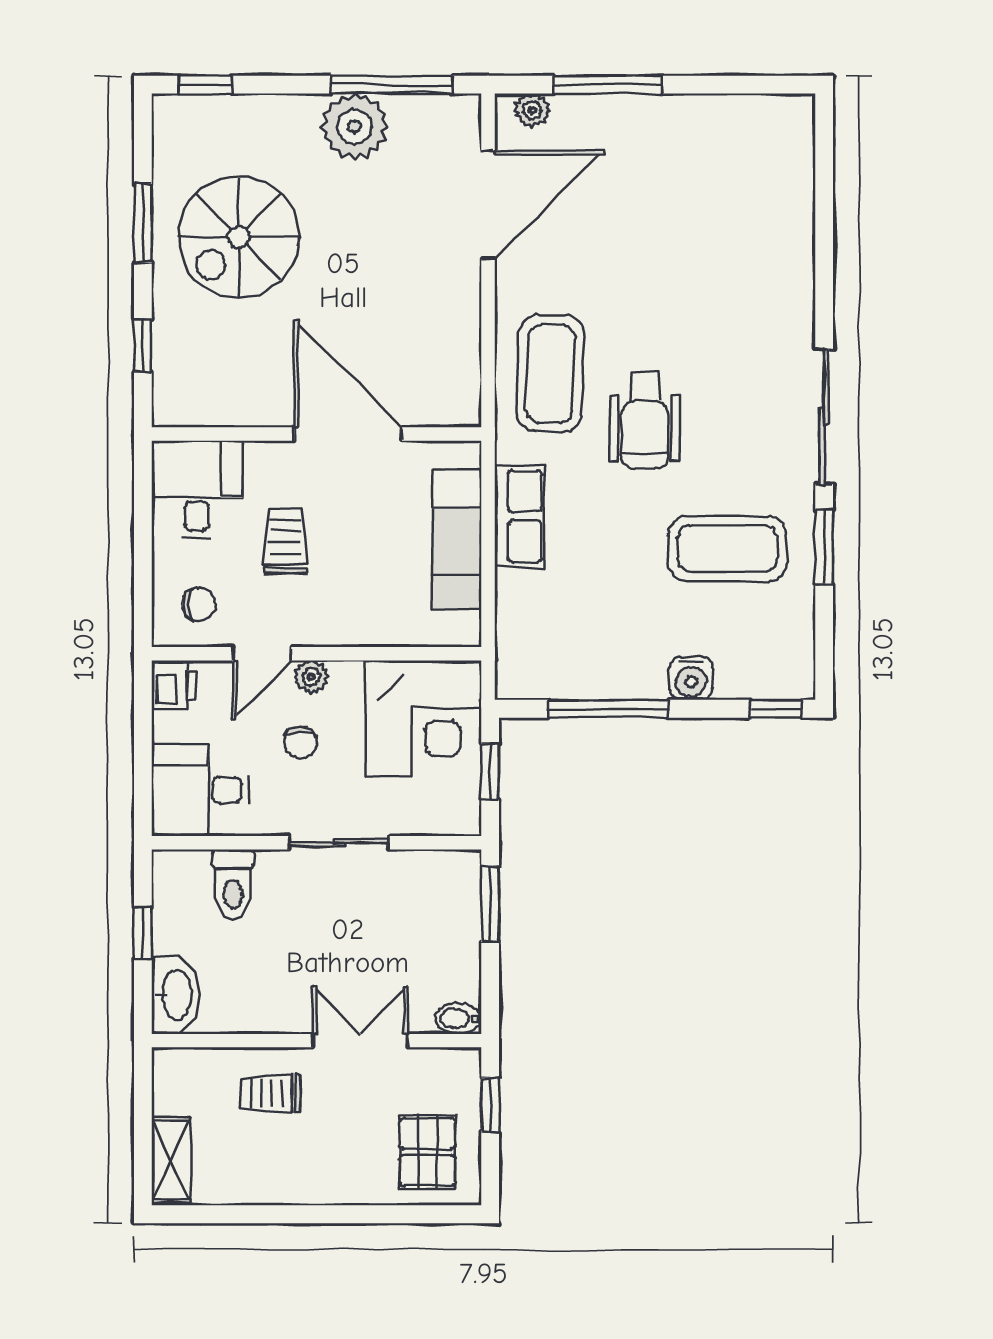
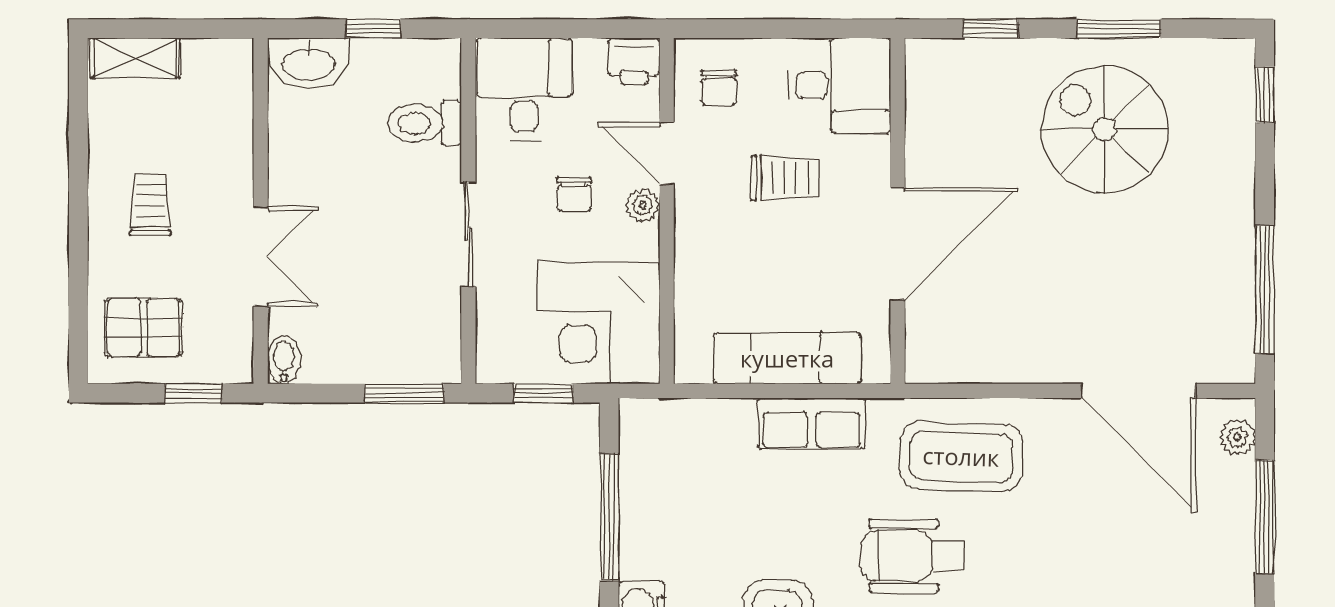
plant: (354, 127) -> (1220, 251), removed
chair: (301, 742) -> (574, 194), turned -90
trolley: (271, 1093) -> (150, 204), moved

